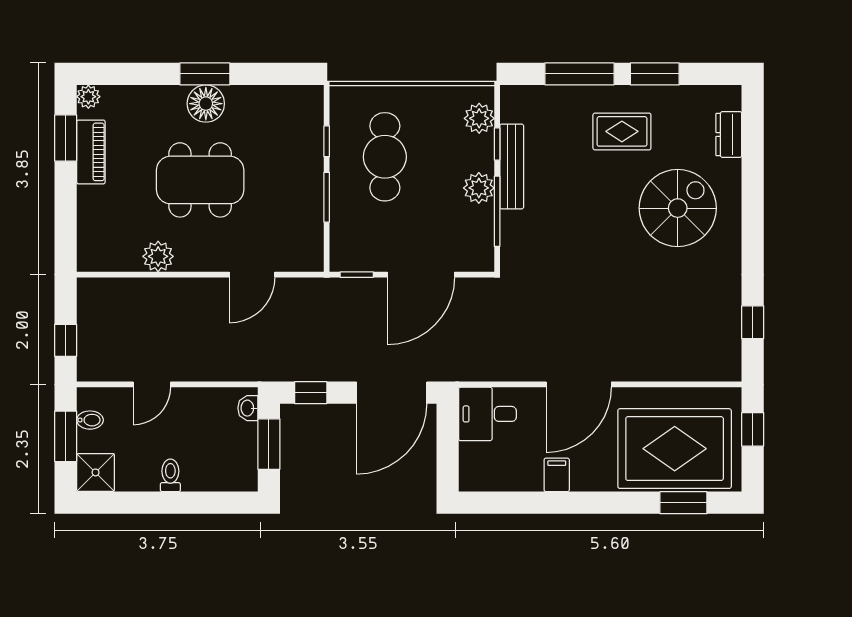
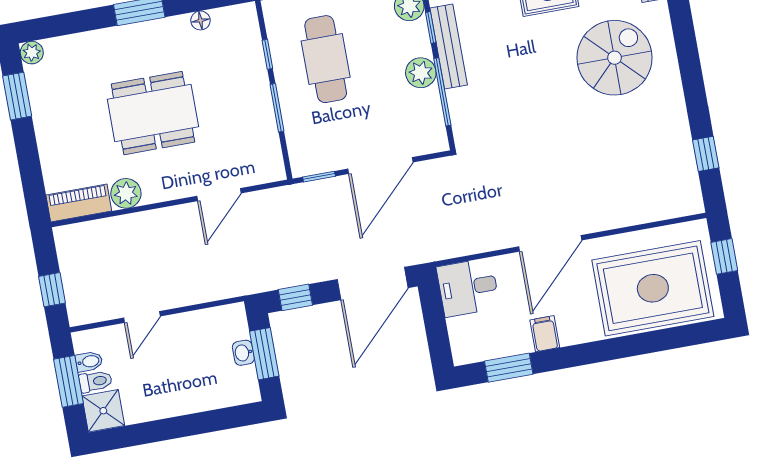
floor lamp: (206, 104) -> (200, 20), moved, width x0.53, depth x0.53
piano: (91, 152) -> (79, 203), moved, turned -90
washbasin: (248, 408) -> (243, 353), moved
toilet: (170, 475) -> (95, 381), moved, turned 90
window: (683, 503) -> (509, 368), moved

